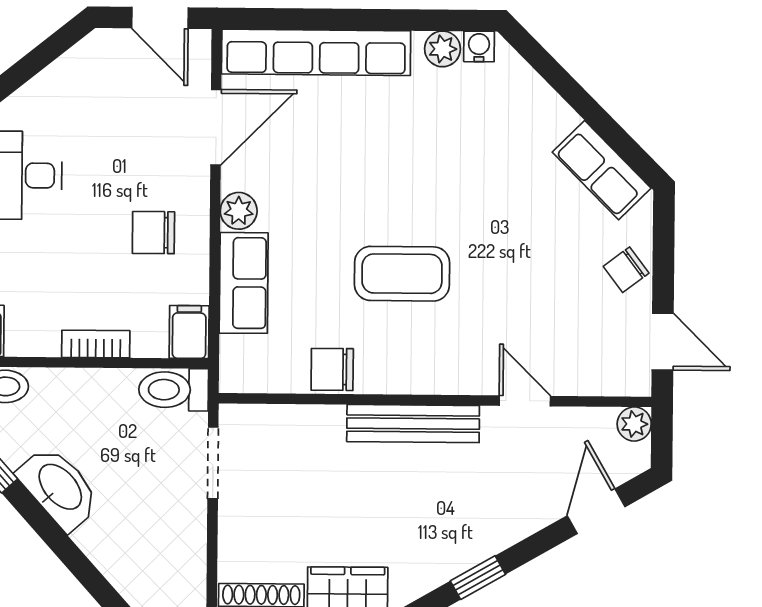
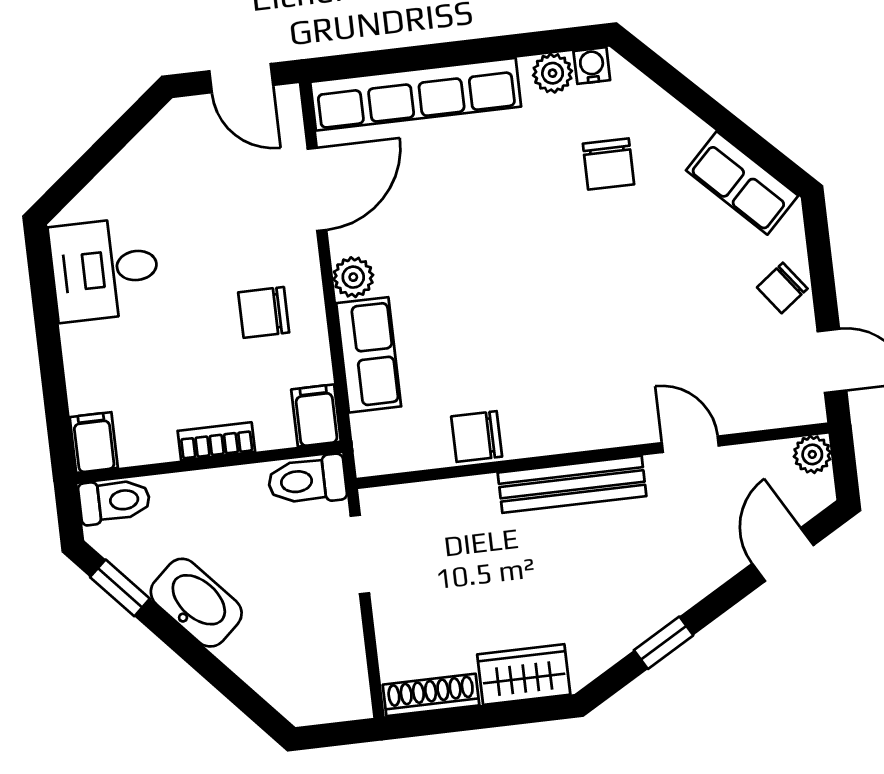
chair: (483, 138) -> (608, 164), added
coffee table: (402, 274) -> (539, 323), removed

